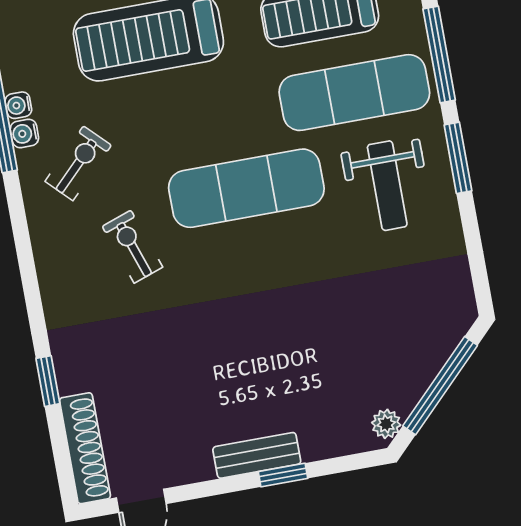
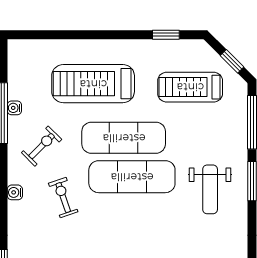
exercise mat: (354, 93) -> (124, 138), moved
water cooler: (24, 133) -> (15, 192), moved

